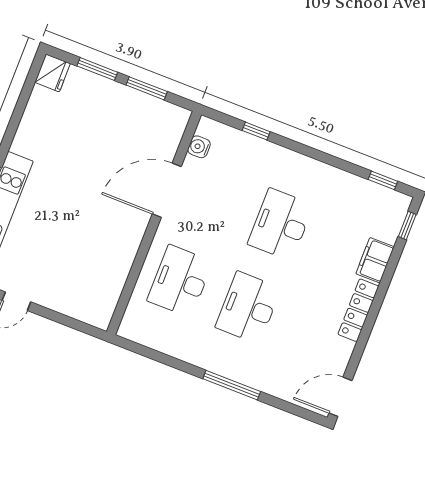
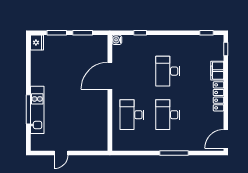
water cooler: (199, 147) -> (117, 40), moved

